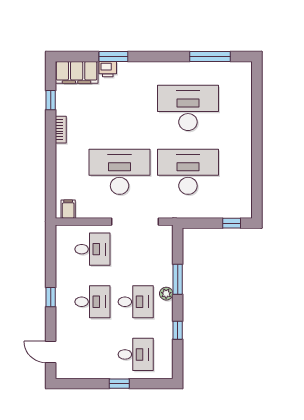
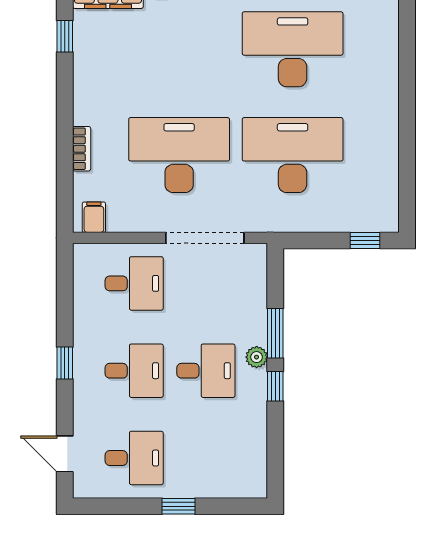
bookcase: (61, 130) -> (82, 149), moved
window: (178, 330) -> (275, 386), moved
desk: (136, 354) -> (134, 458), moved

